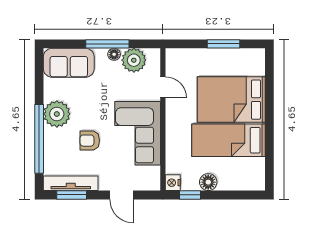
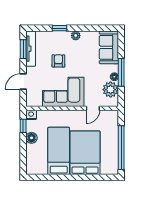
window: (223, 44) -> (121, 148), width x2.11
plant: (57, 114) -> (76, 36), width x0.53, depth x0.53
window: (39, 139) -> (59, 28), width x0.32

